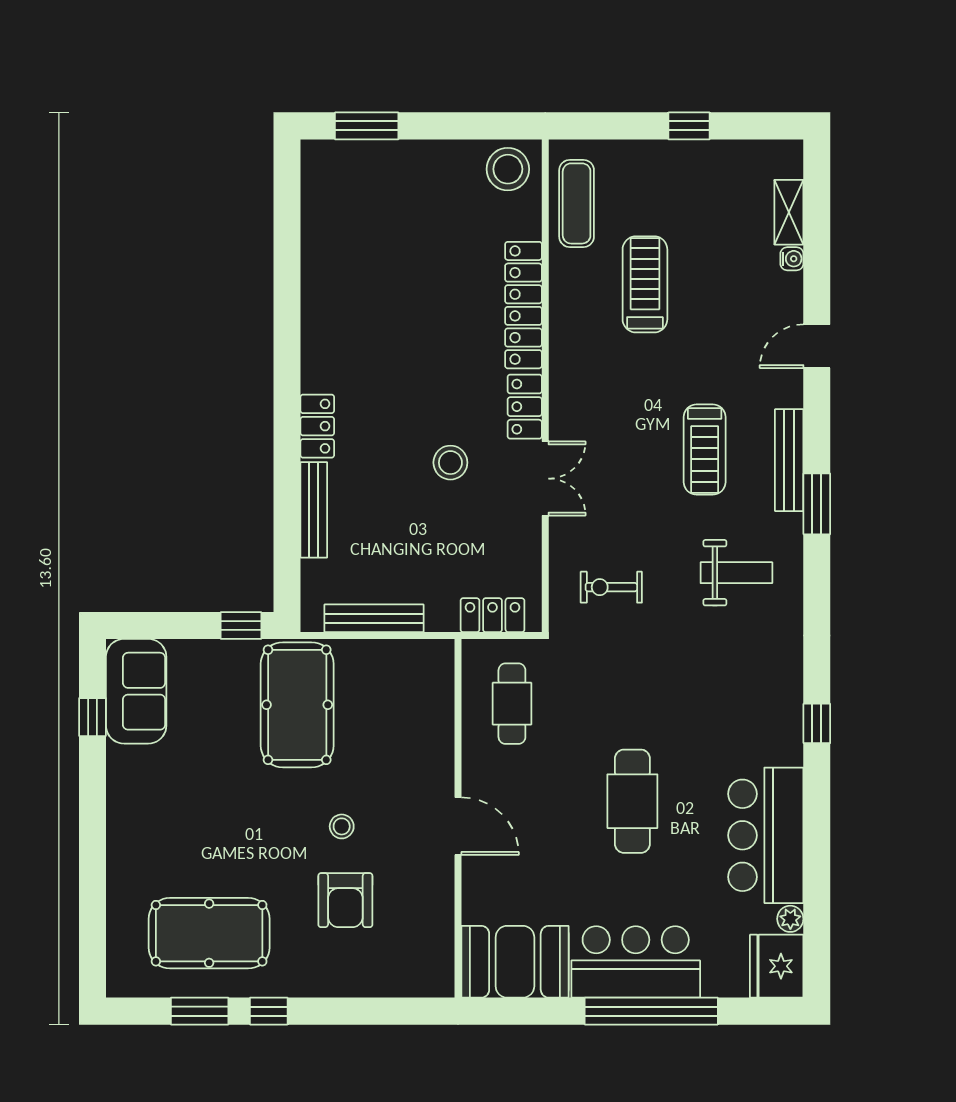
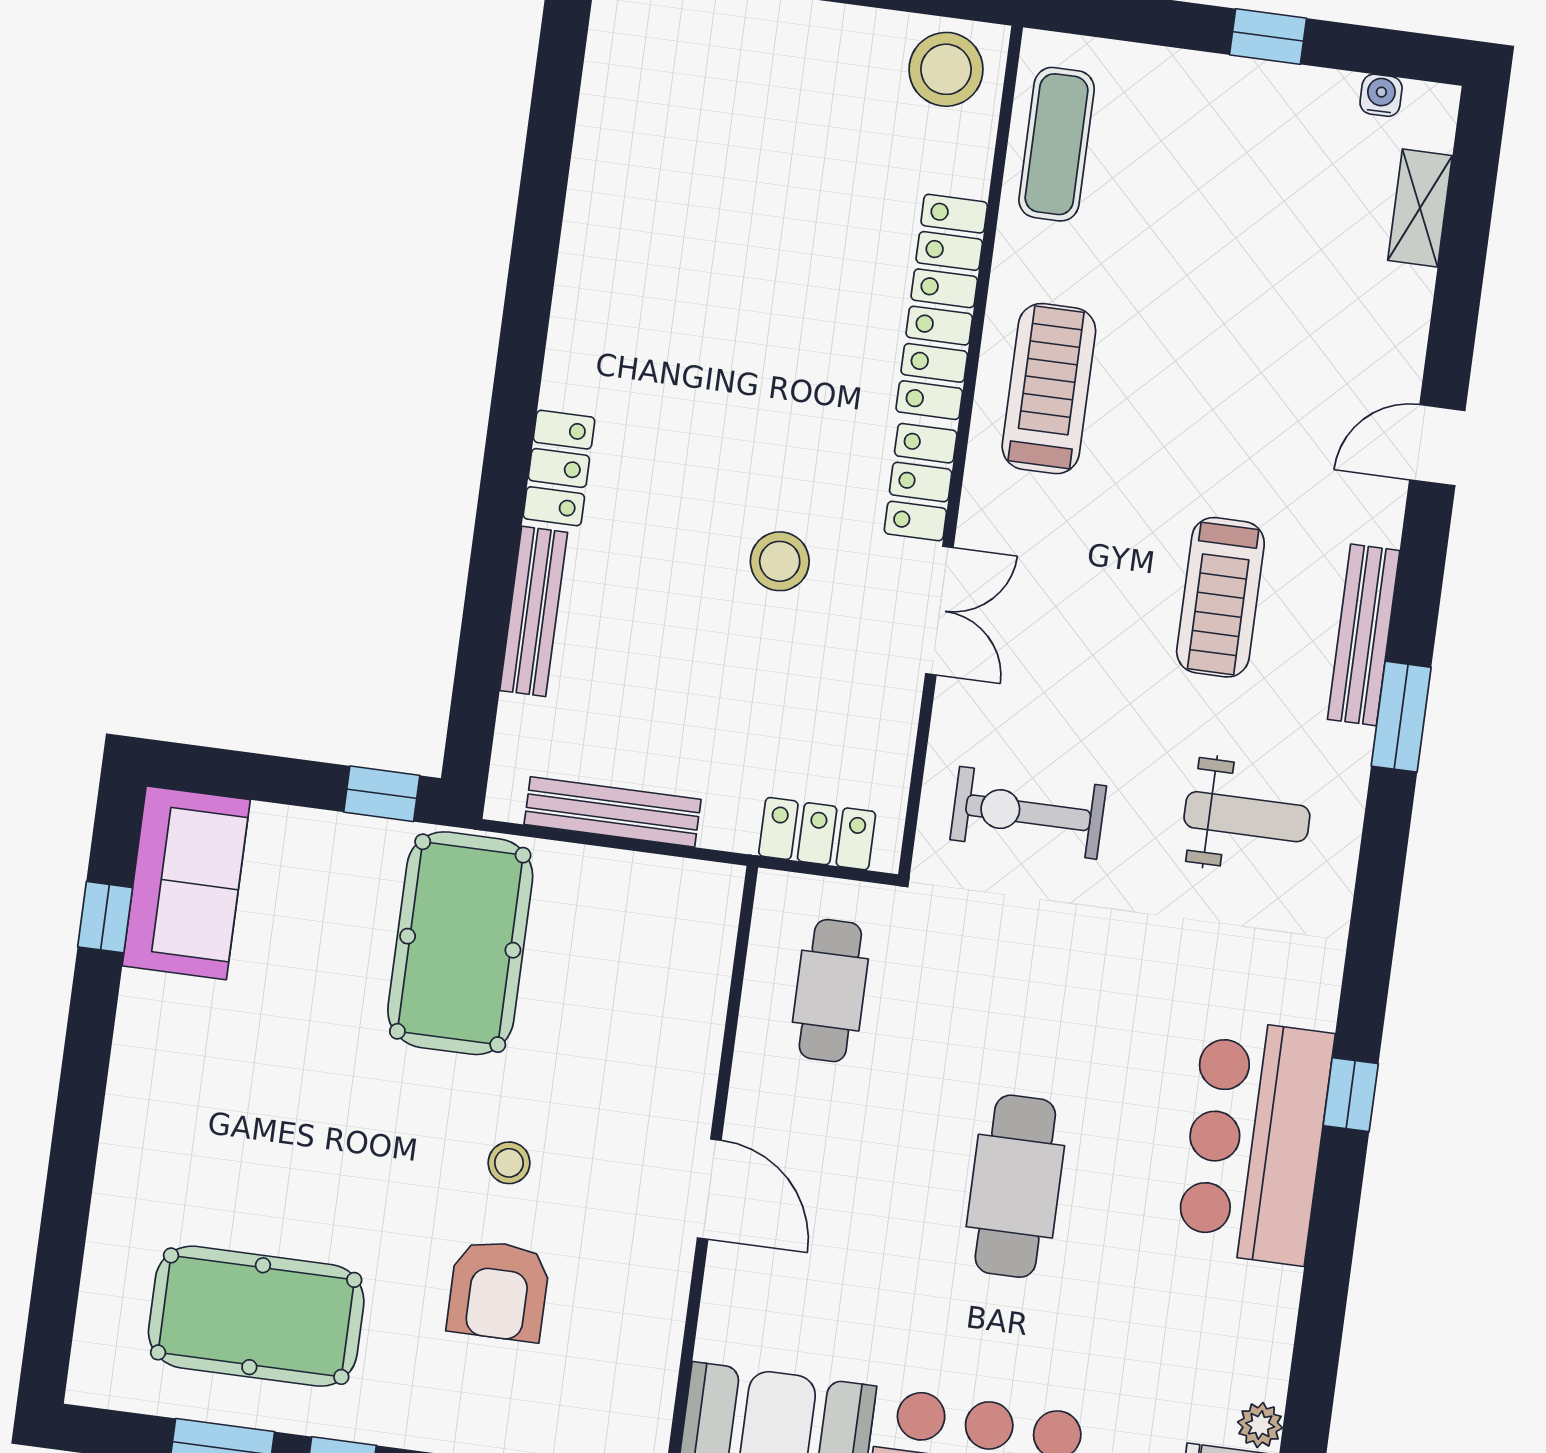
water cooler: (792, 259) -> (1381, 95), moved, turned -90
treadmill: (645, 284) -> (1049, 389), moved
exercise bike: (611, 587) -> (1028, 813), width x1.38, depth x1.39
bar counter: (766, 835) -> (1255, 1141), moved

